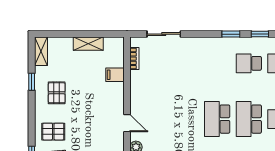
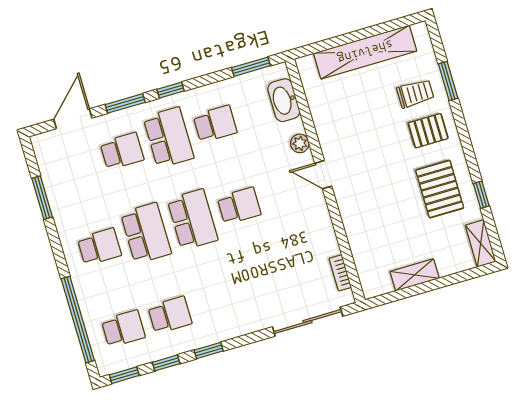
sliding door: (164, 34) -> (308, 322), width x1.37
filing cabinet: (115, 75) -> (362, 241), removed
pallet: (57, 93) -> (440, 189), width x1.50, depth x1.42
school desk: (185, 119) -> (239, 206), added

